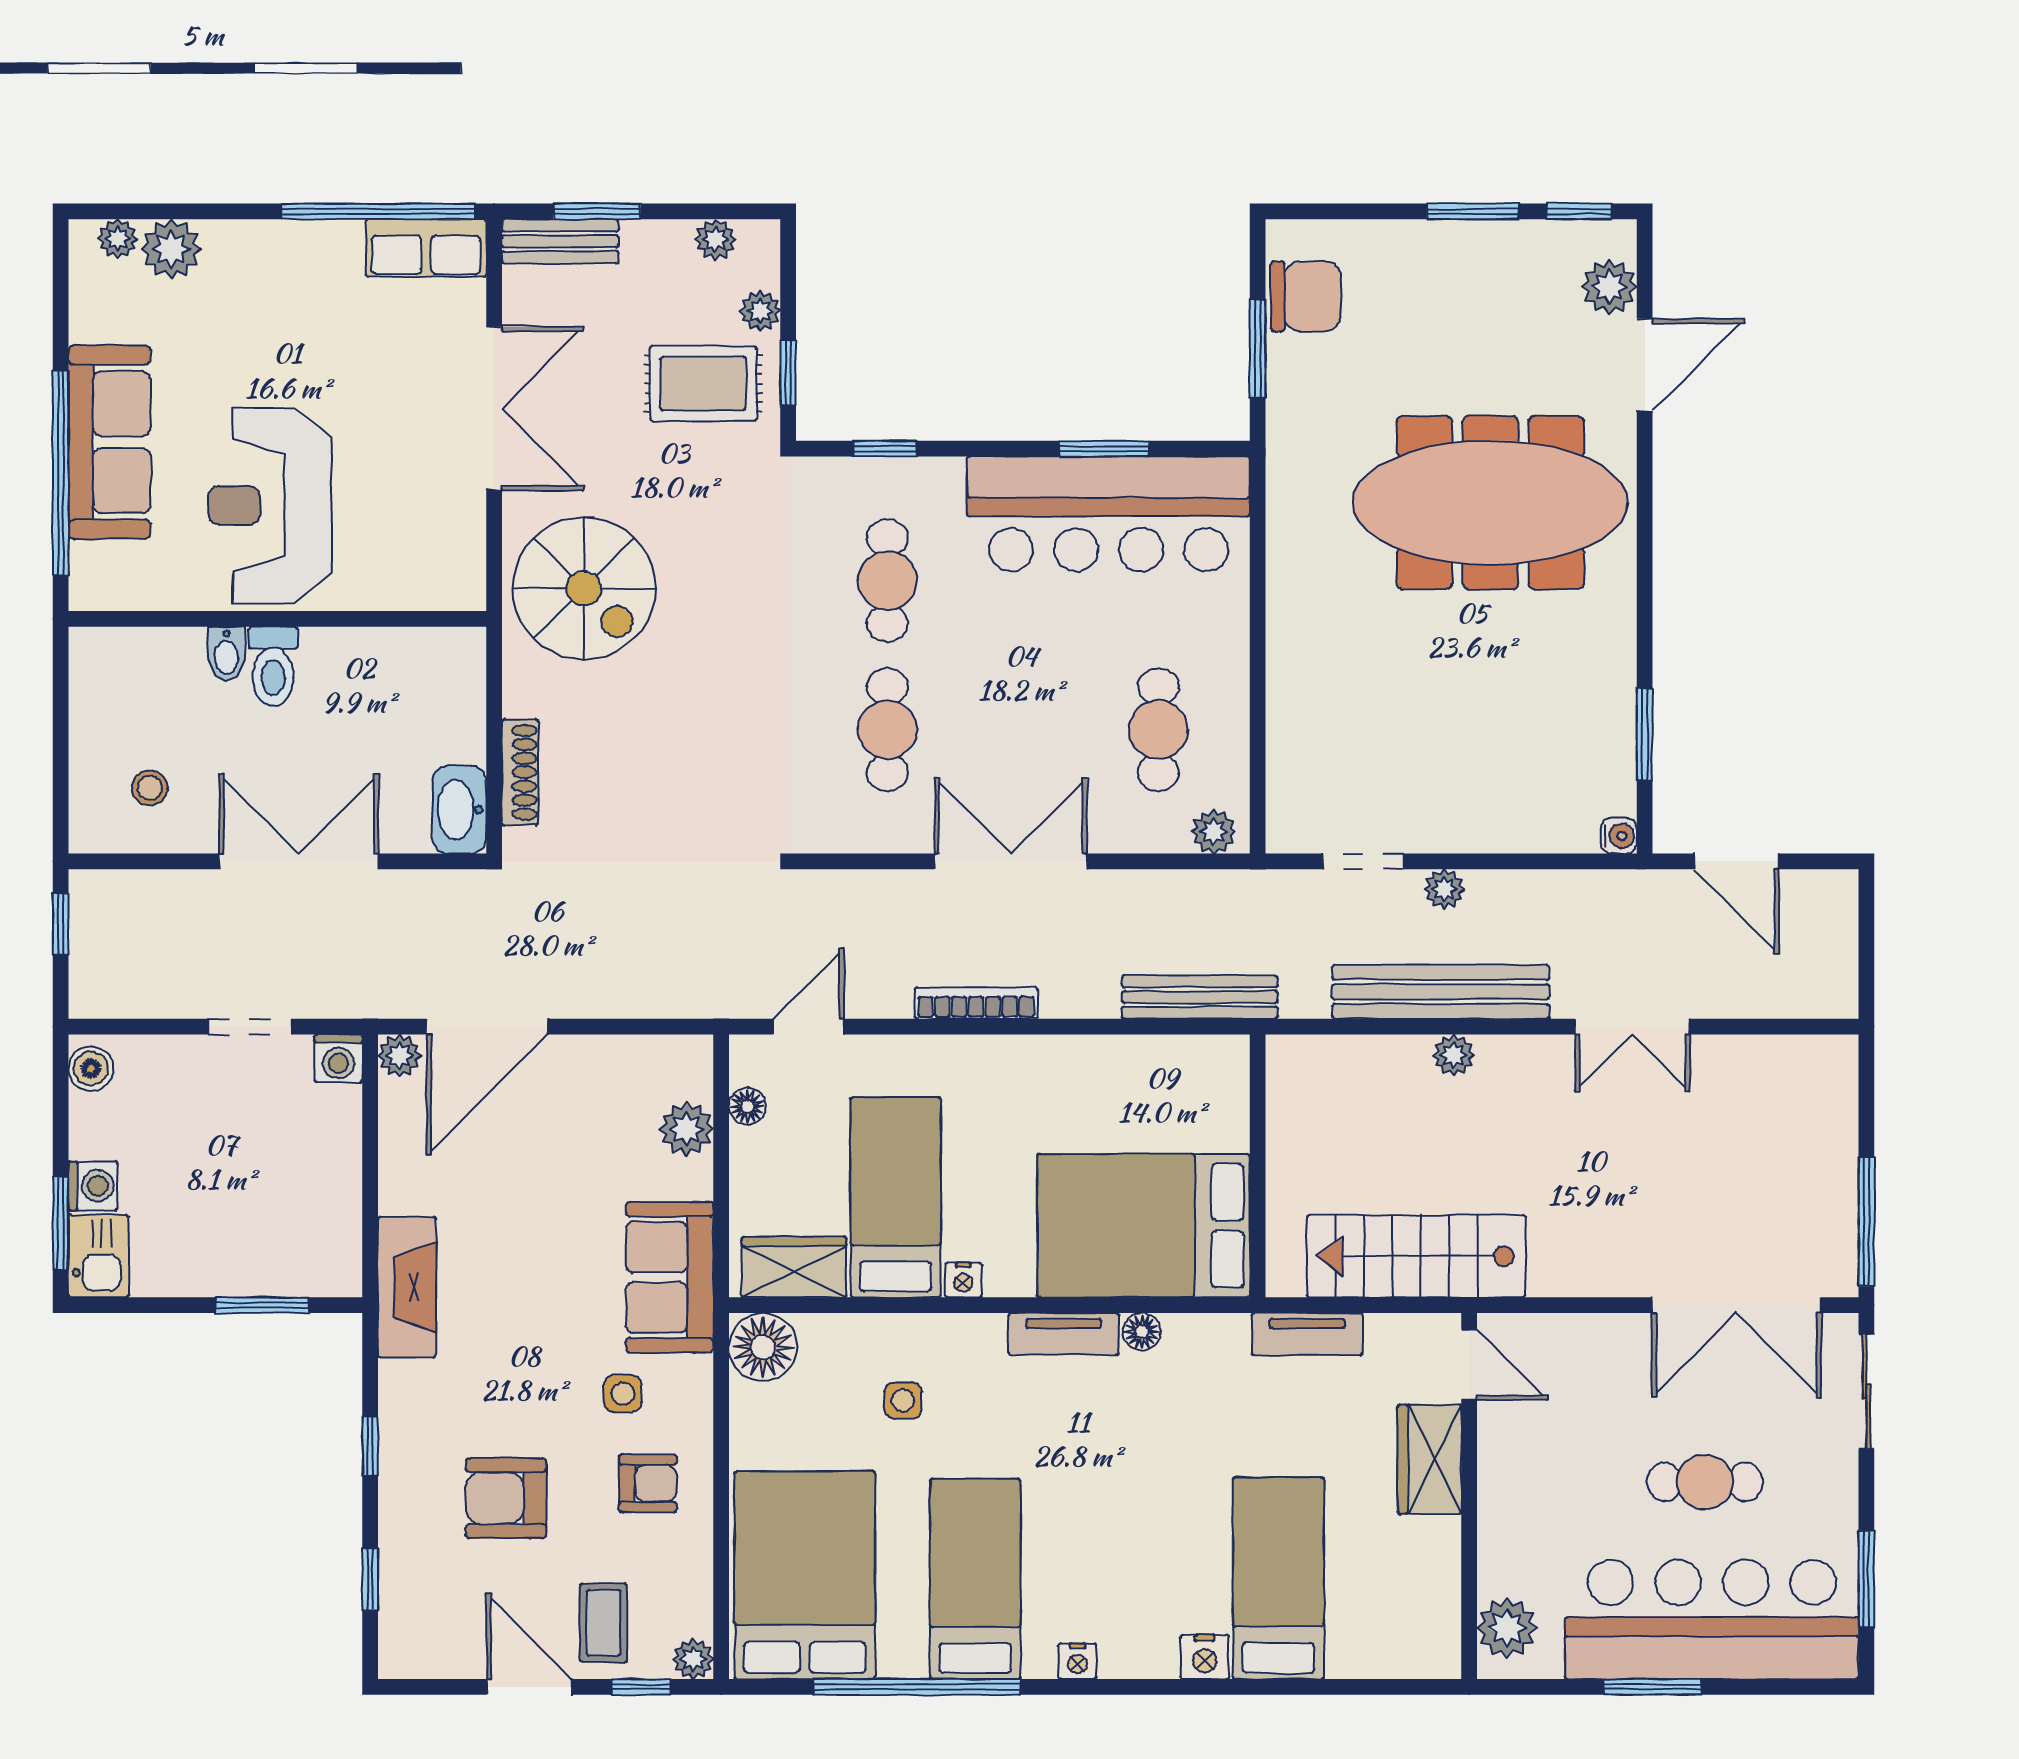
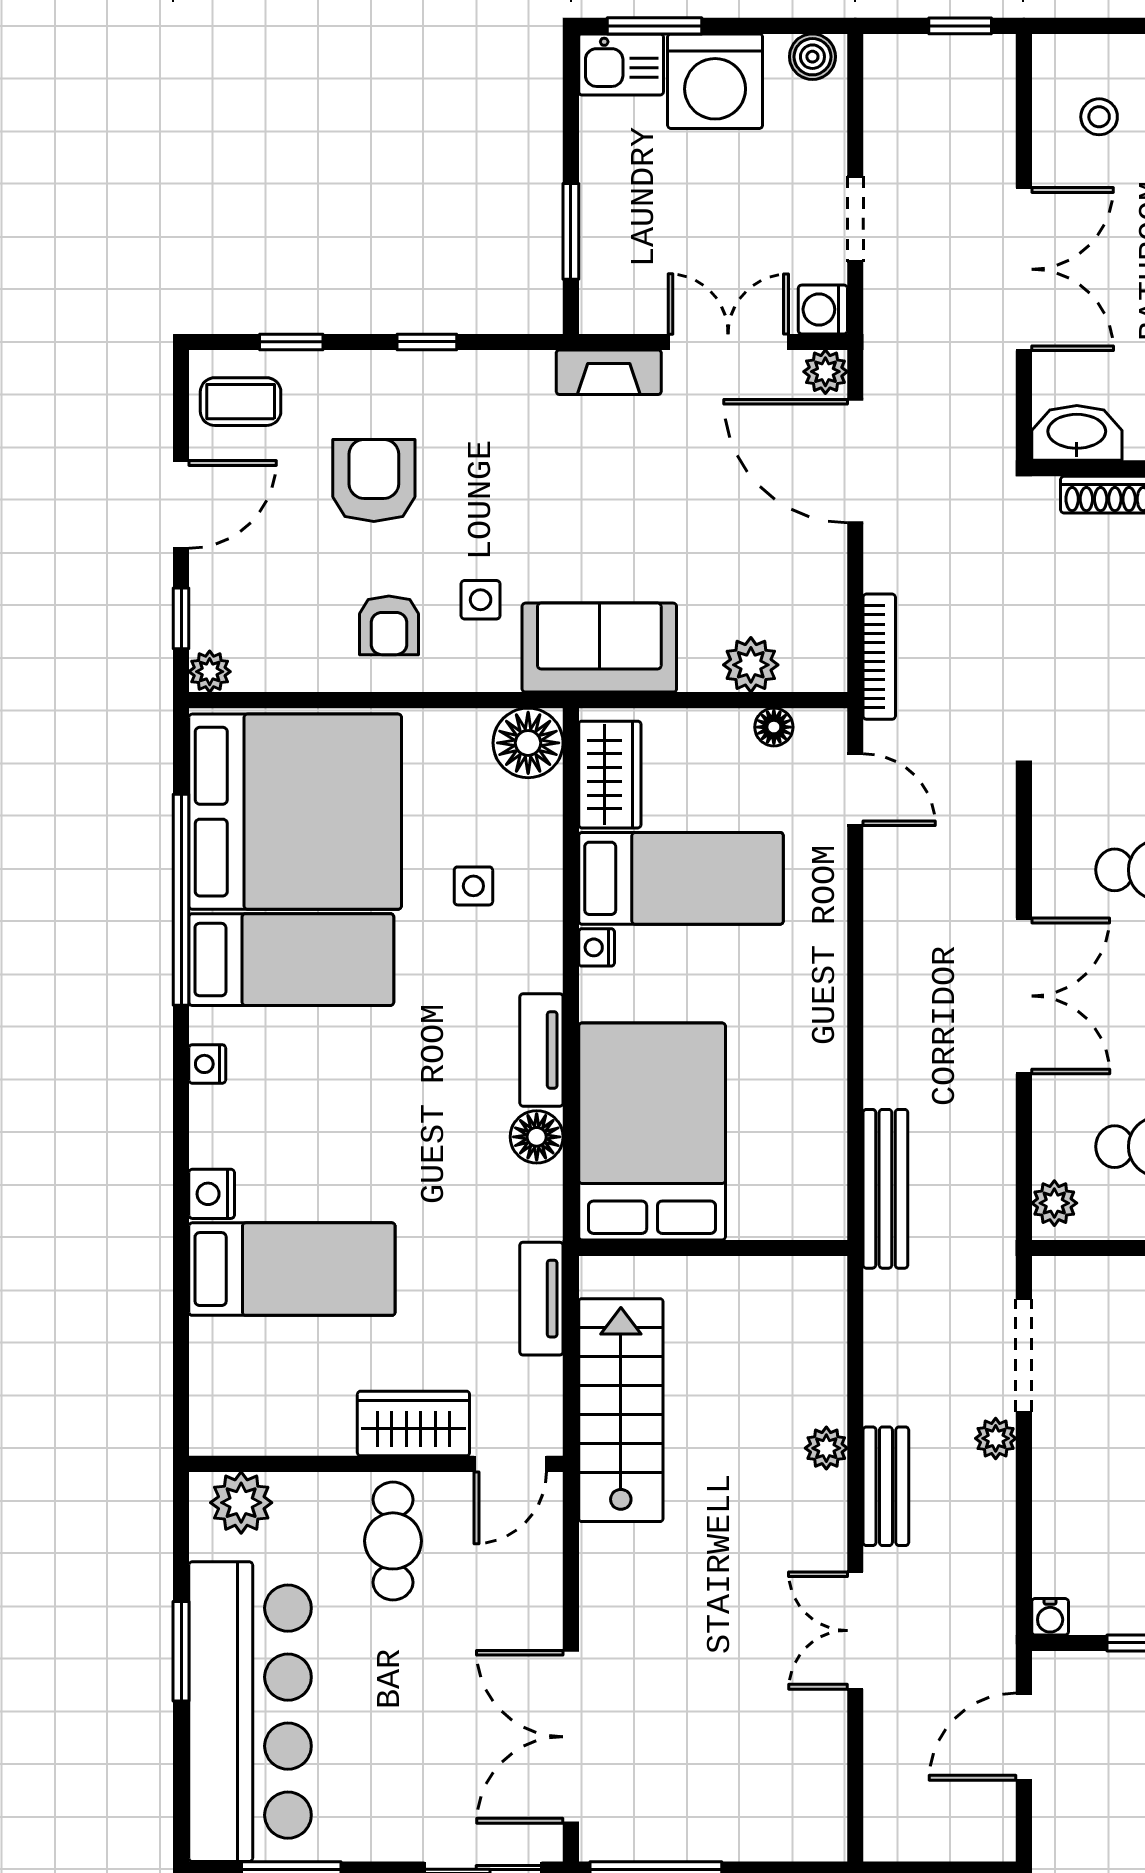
doorway: (1363, 861) -> (1024, 1356), width x1.38
bench: (1441, 992) -> (886, 1486), width x0.54, depth x0.82
bookcase: (976, 1003) -> (879, 657), moved
double door: (370, 1151) -> (728, 342), added
washing machine: (93, 1186) -> (715, 81), width x1.89, depth x1.89
fireplace: (407, 1287) -> (609, 372), width x0.73, depth x0.76
floor lamp: (1142, 1332) -> (537, 1137), width x1.37, depth x1.37
cafe table: (1705, 1482) -> (393, 1541), moved
bed: (805, 1575) -> (295, 812), width x1.36
coffee table: (603, 1623) -> (241, 402), moved

